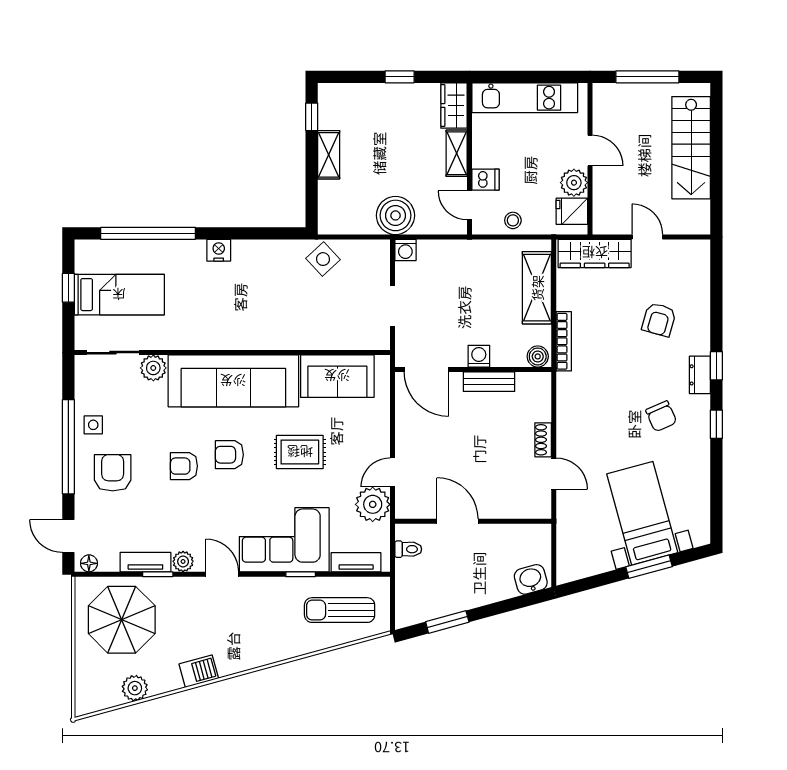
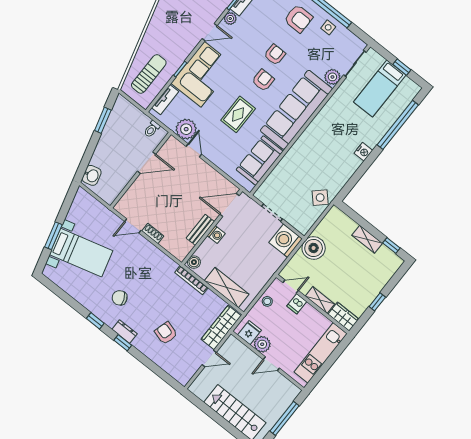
washing machine: (405, 250) -> (286, 241), width x1.89, depth x1.89

